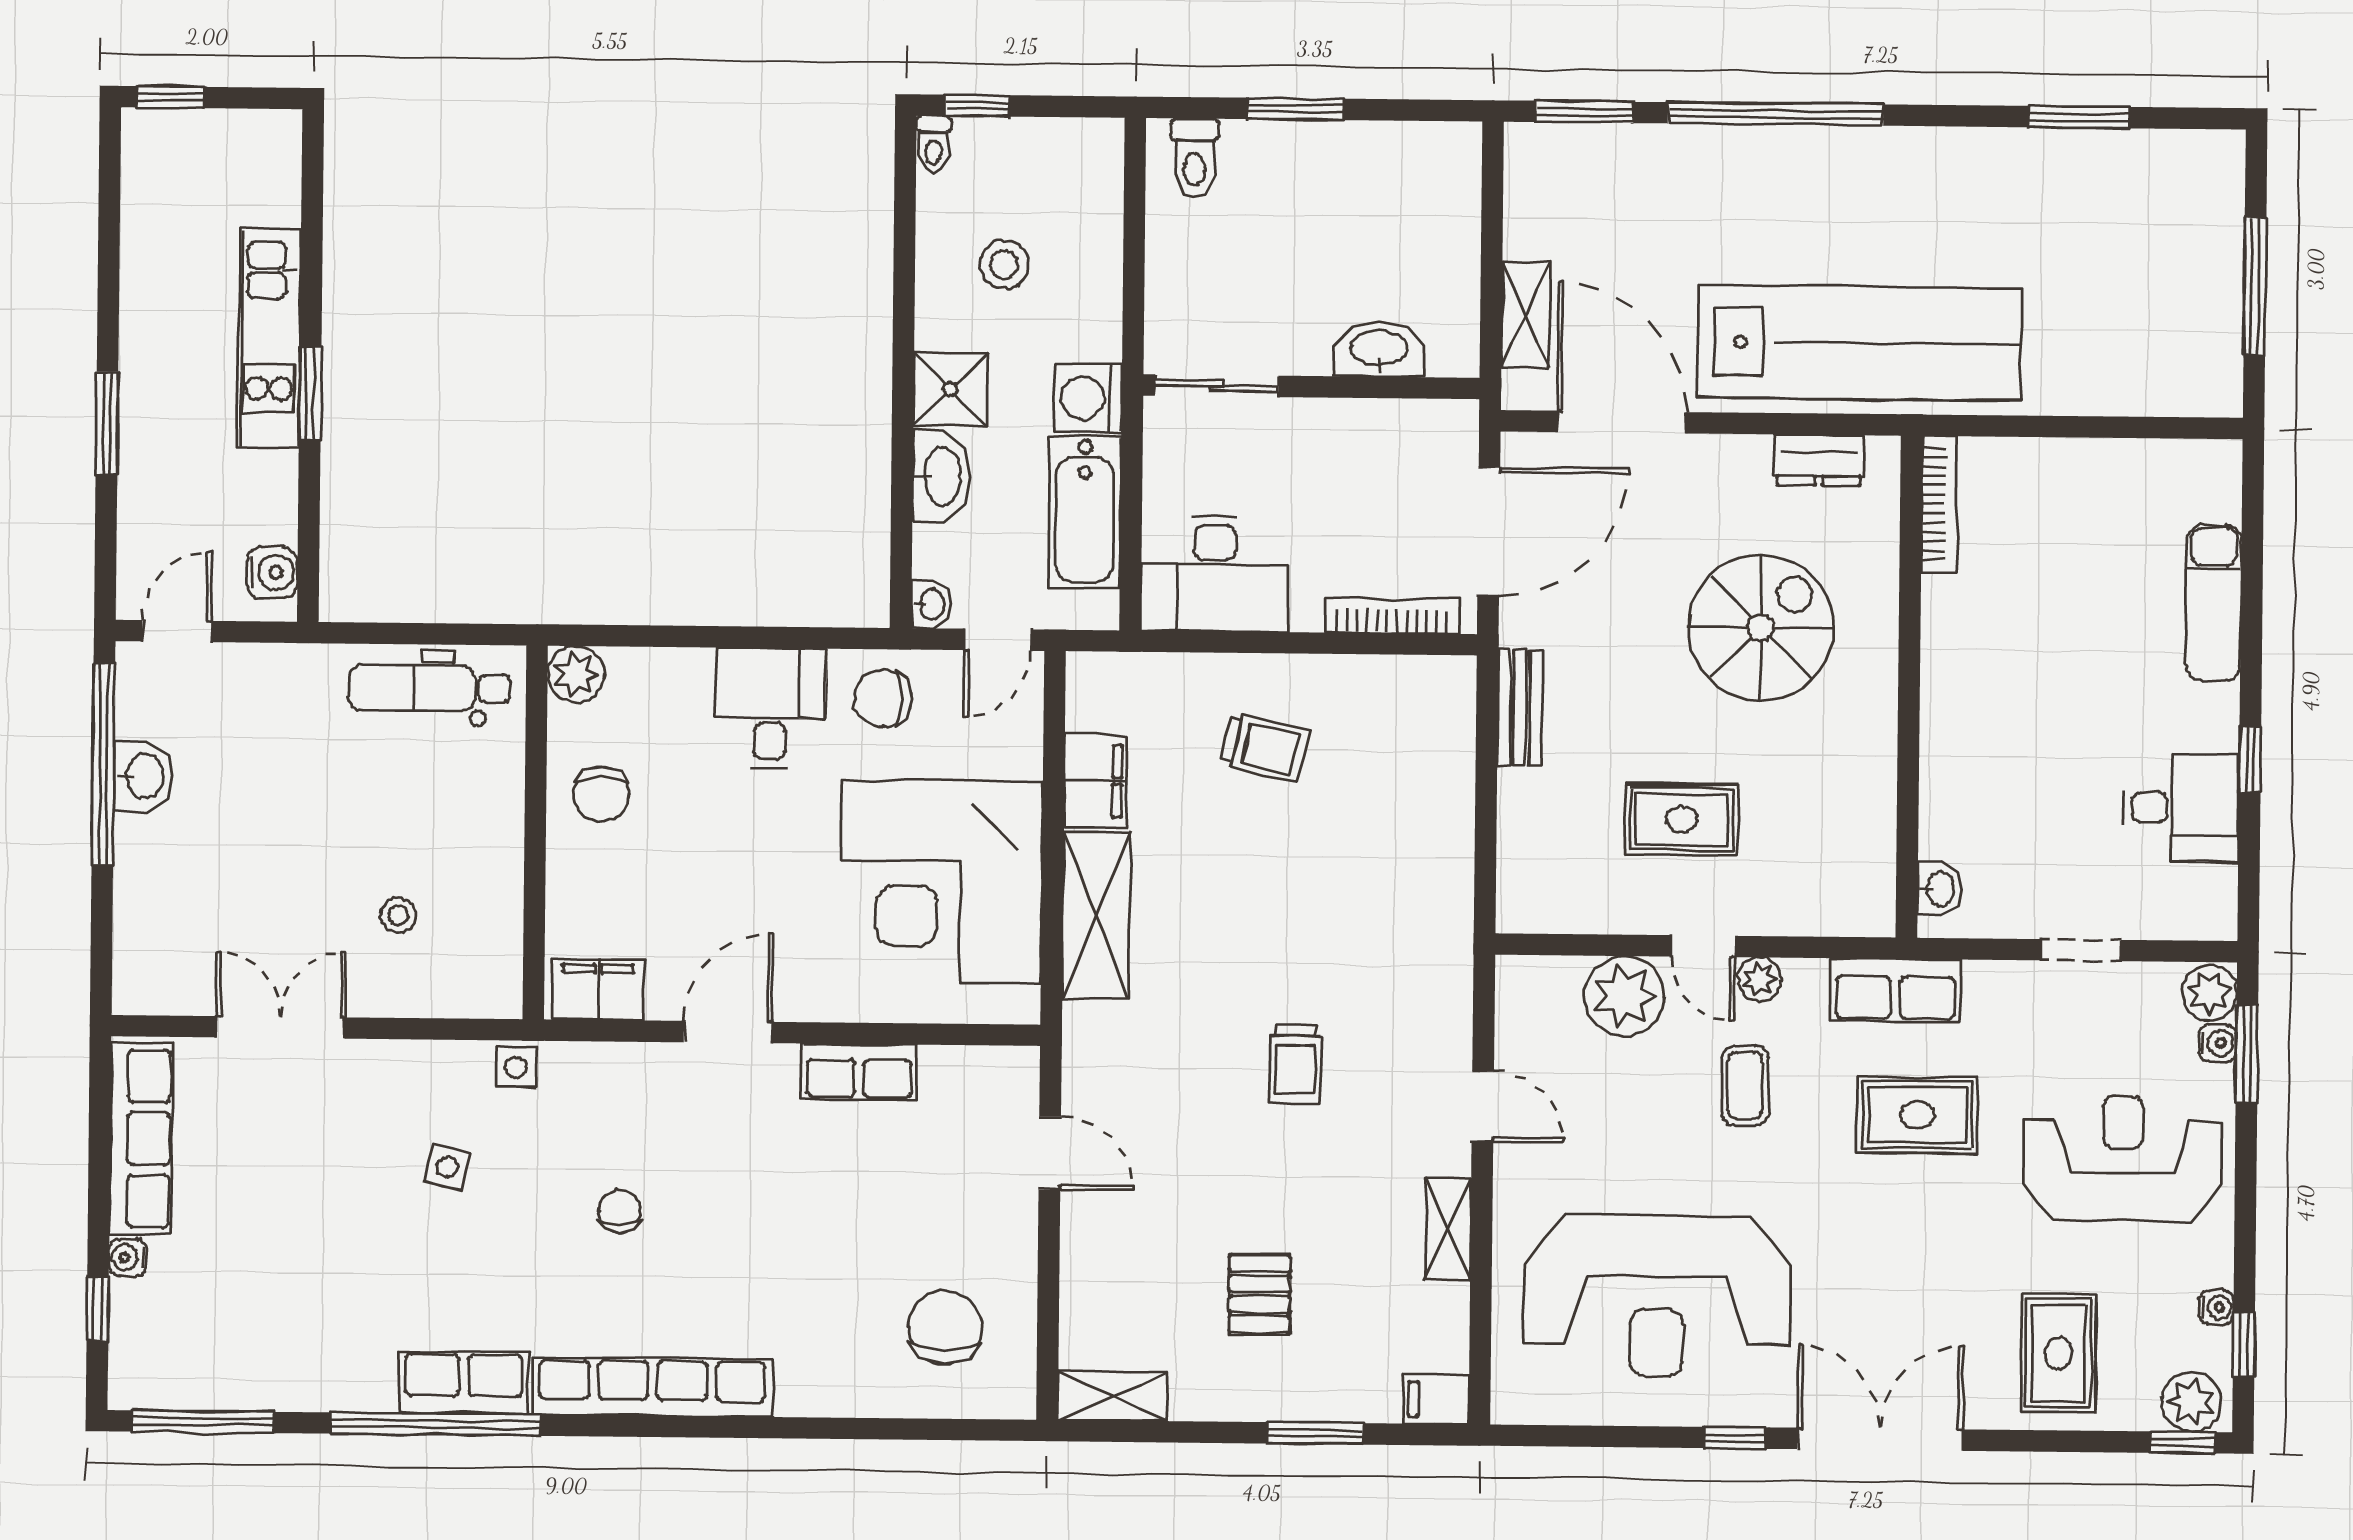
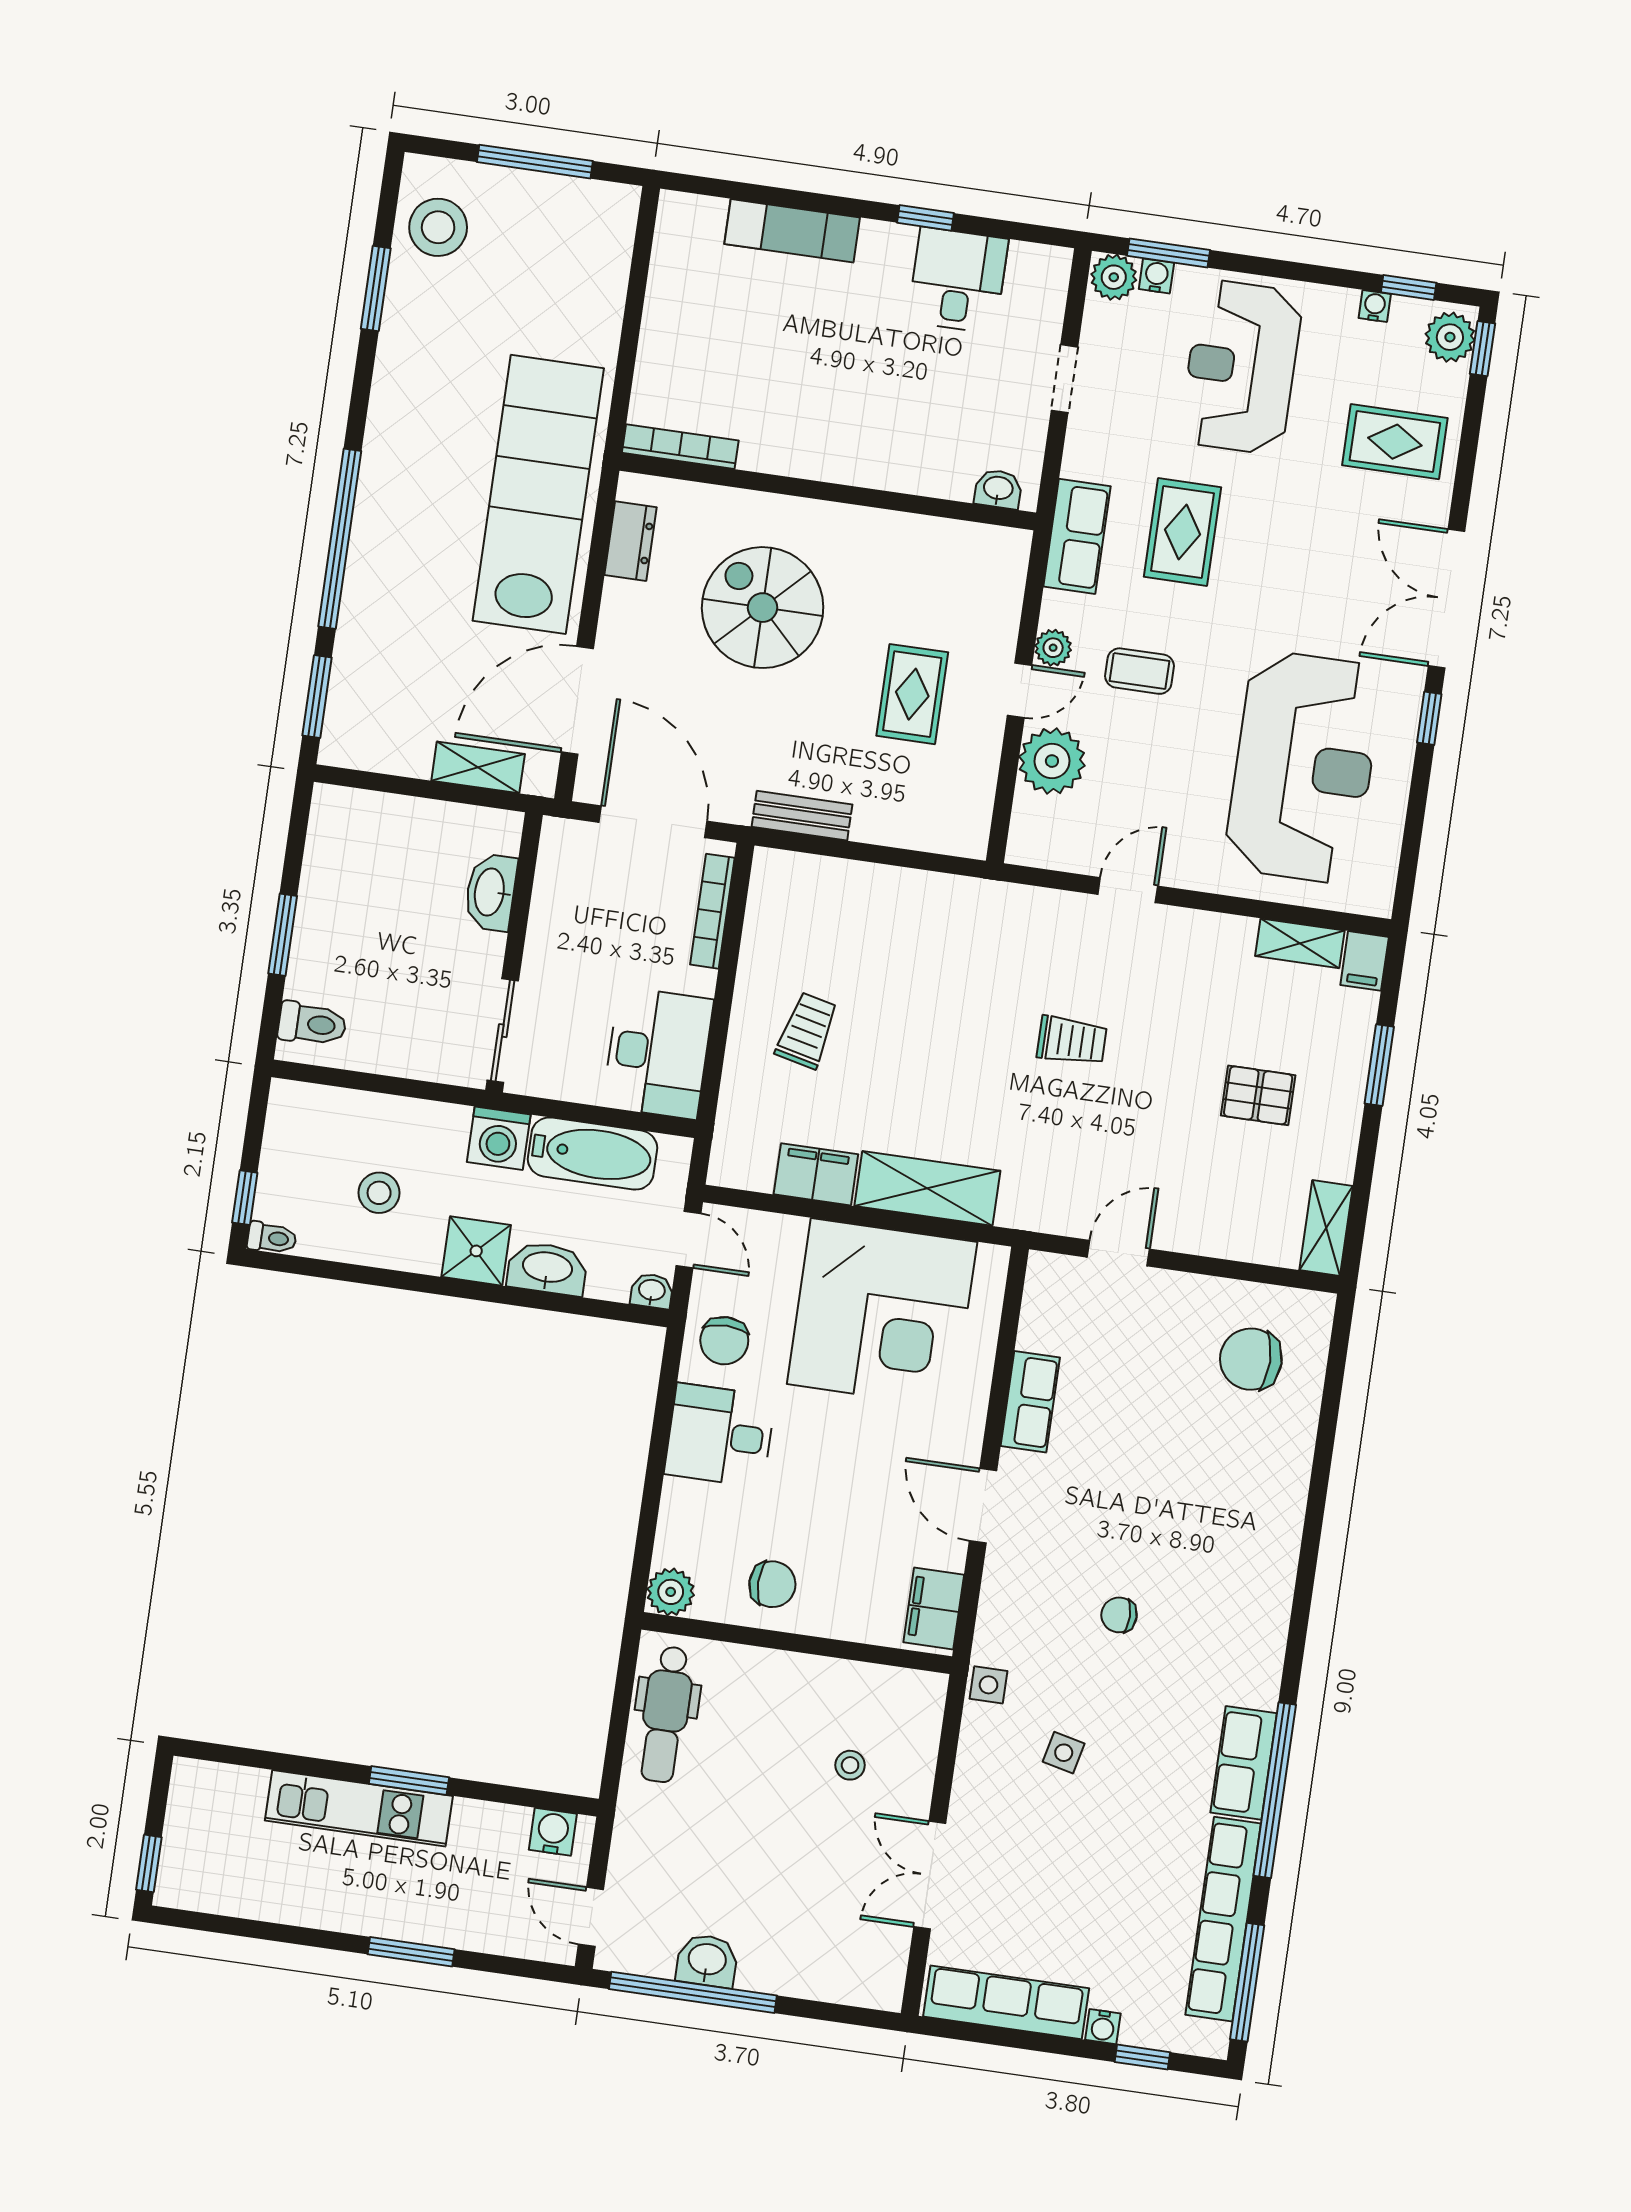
stool: (2161, 181) -> (438, 227), added
shelving: (1448, 1229) -> (1300, 943), moved
row of seats: (653, 1387) -> (1223, 1919), moved

